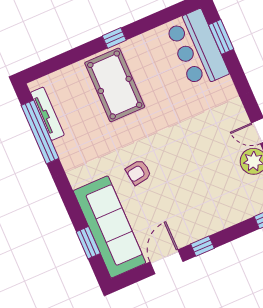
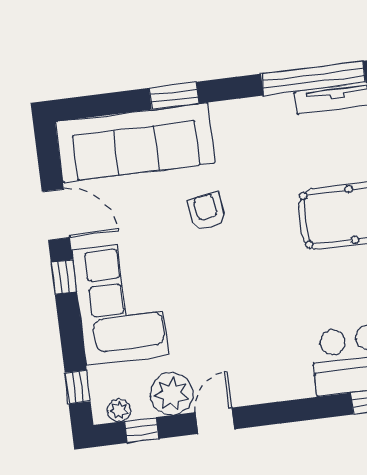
corner sofa: (208, 208) -> (120, 303), added
window: (88, 243) -> (174, 96), moved

